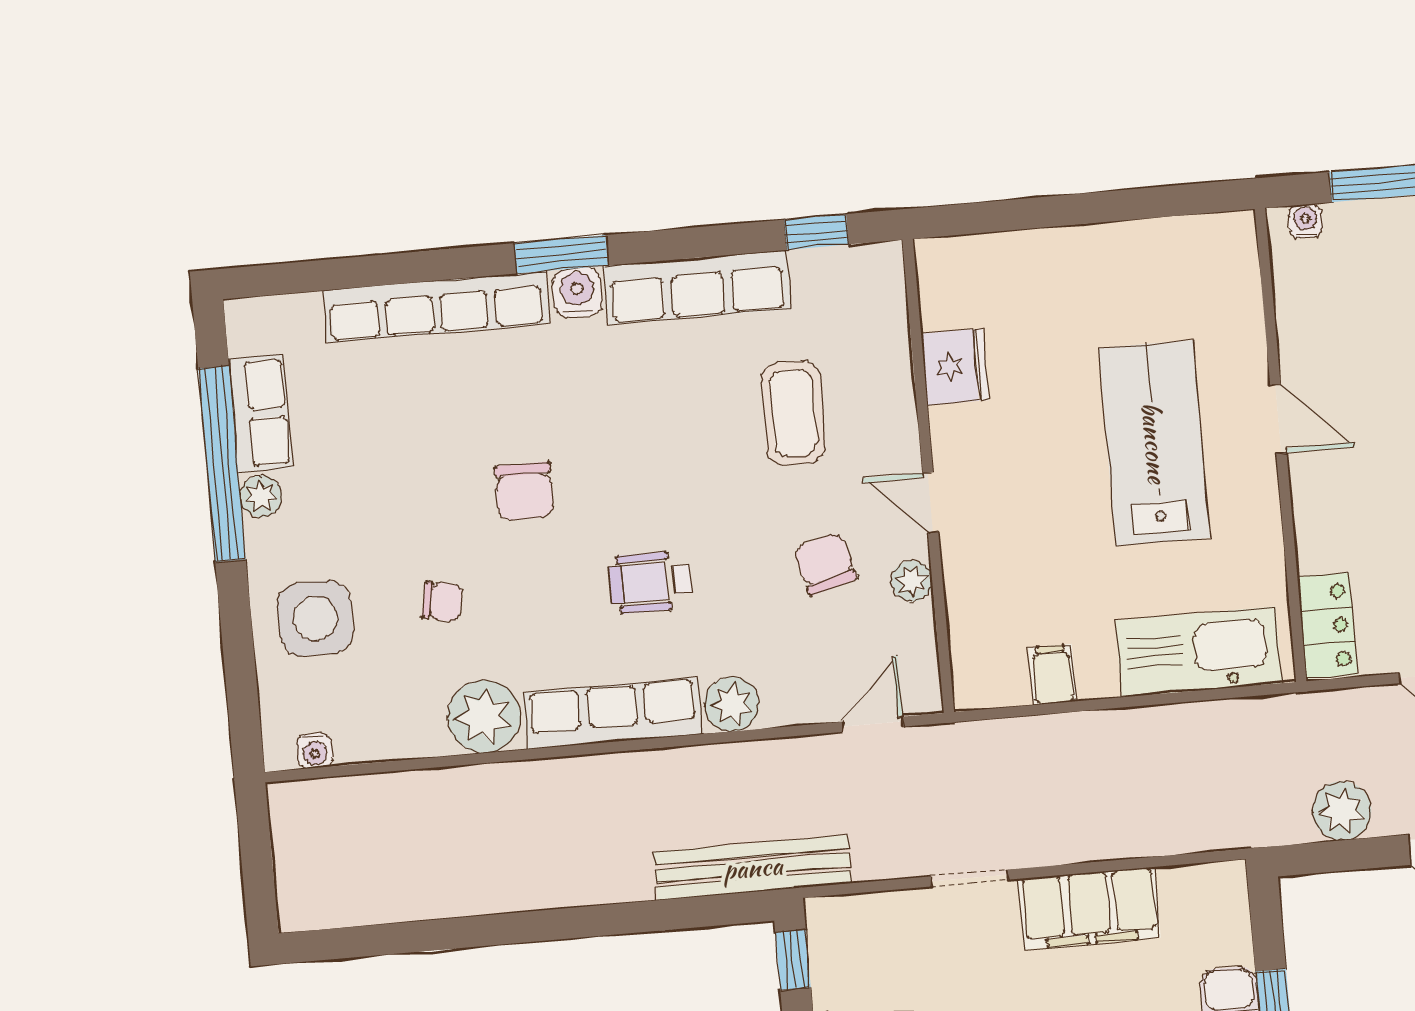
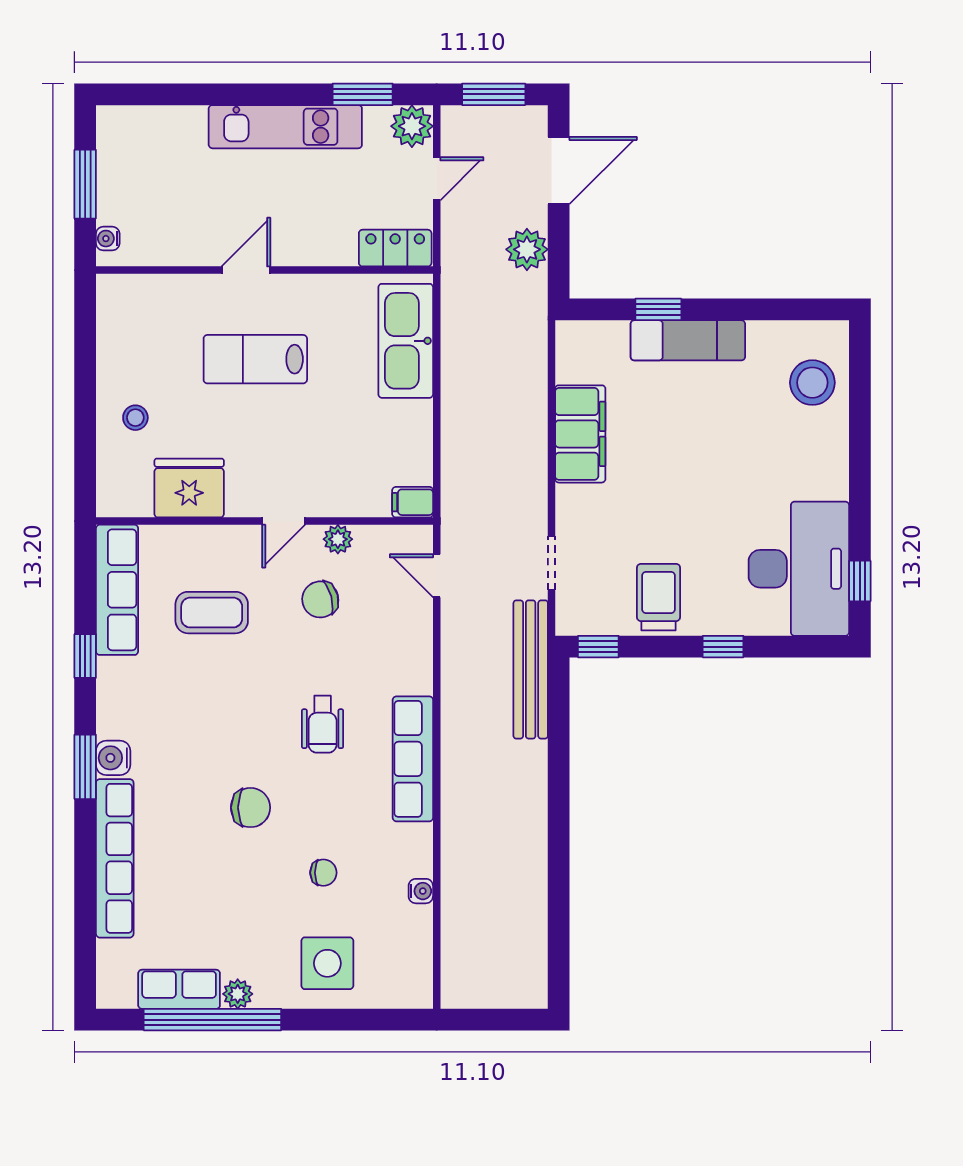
window: (816, 232) -> (85, 656), moved
stool: (1058, 282) -> (135, 418), added
row of seats: (697, 287) -> (117, 590), moved
fridge: (955, 367) -> (189, 488), width x1.36, depth x1.34
lab bench: (1154, 443) -> (255, 359), width x0.73, depth x0.72
chair: (442, 602) -> (323, 873), turned 78
filing cabinet: (1053, 674) -> (413, 502), moved
plant: (732, 704) -> (414, 674), removed
plant: (484, 717) -> (407, 850), removed
water cooler: (315, 751) -> (421, 891), moved
doorway: (970, 878) -> (551, 563), moved

